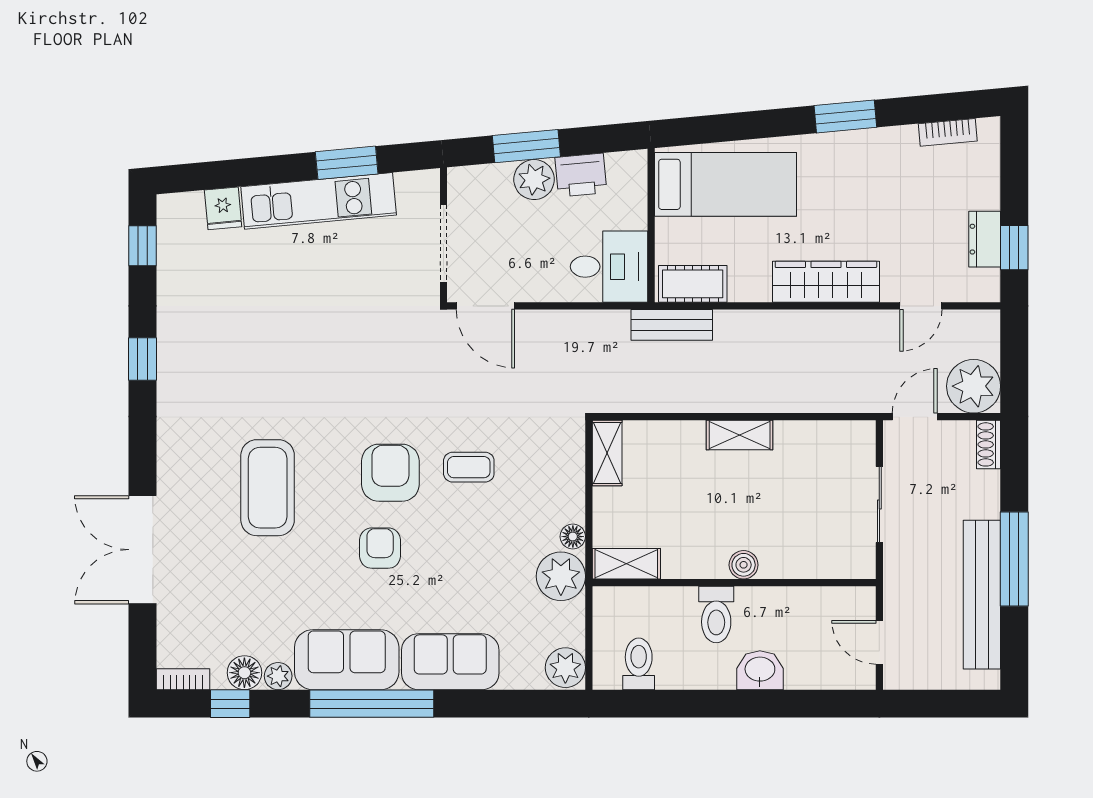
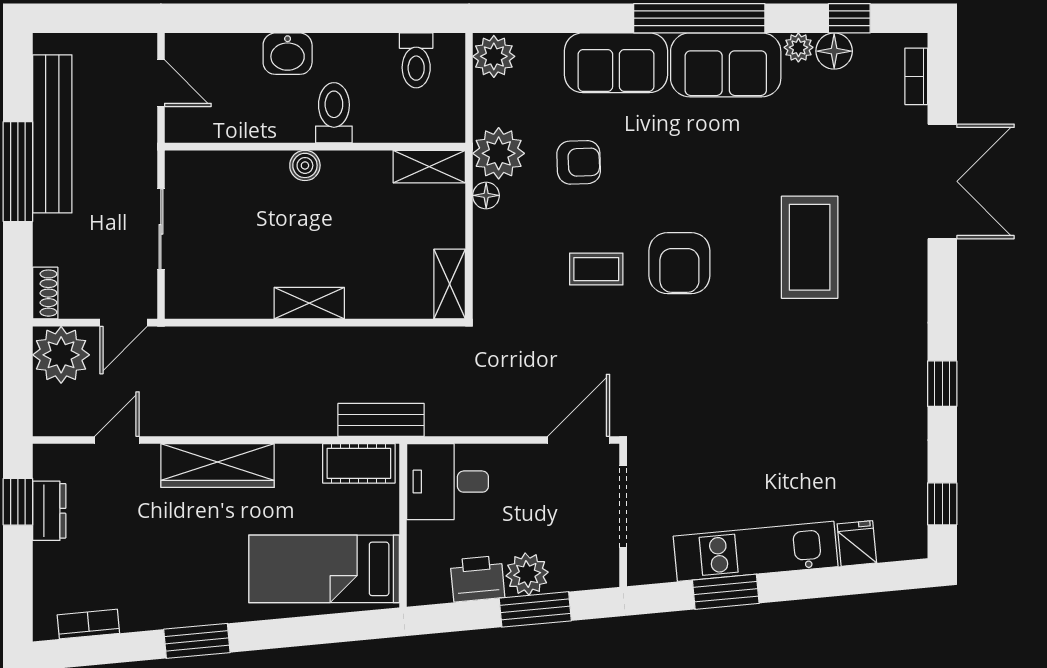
door: (485, 306) -> (579, 440), hinge flipped
armchair: (380, 548) -> (579, 162), moved, turned -92
bookcase: (183, 679) -> (916, 76), moved, turned 90

